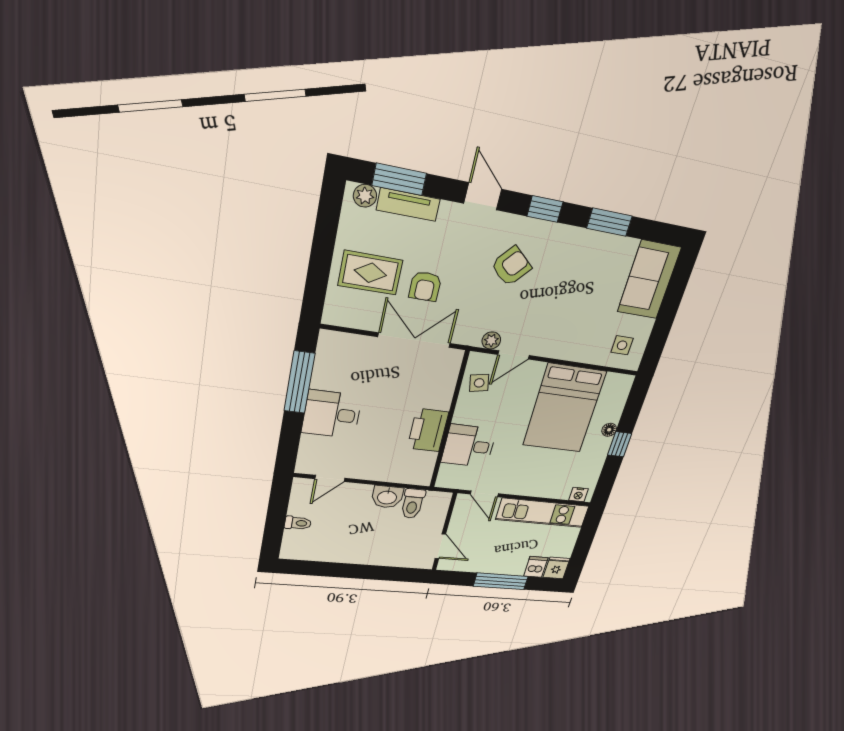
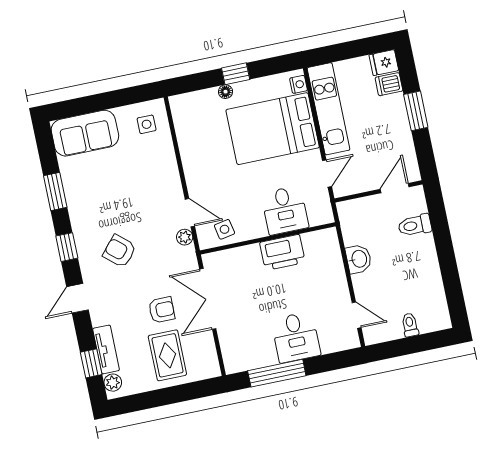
window: (399, 179) -> (91, 363), width x0.67
bed: (564, 408) -> (273, 129), moved, turned 180
toilet: (413, 504) -> (415, 225), moved, turned 180
window: (501, 581) -> (416, 111), width x0.69

